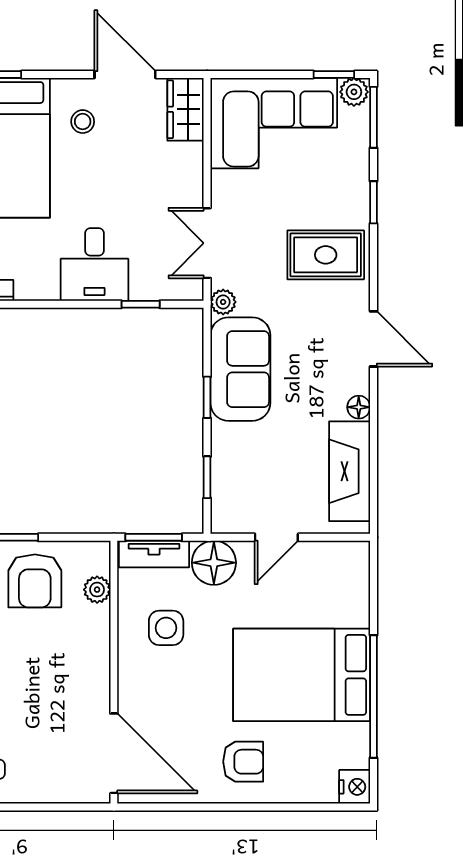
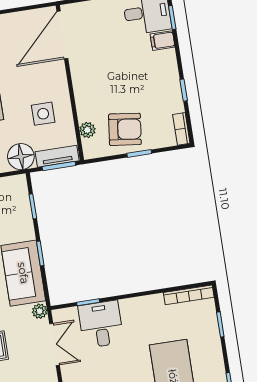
desk: (94, 264) -> (101, 324), moved
armchair: (35, 581) -> (125, 129), turned 97
door: (114, 753) -> (62, 35), hinge flipped

